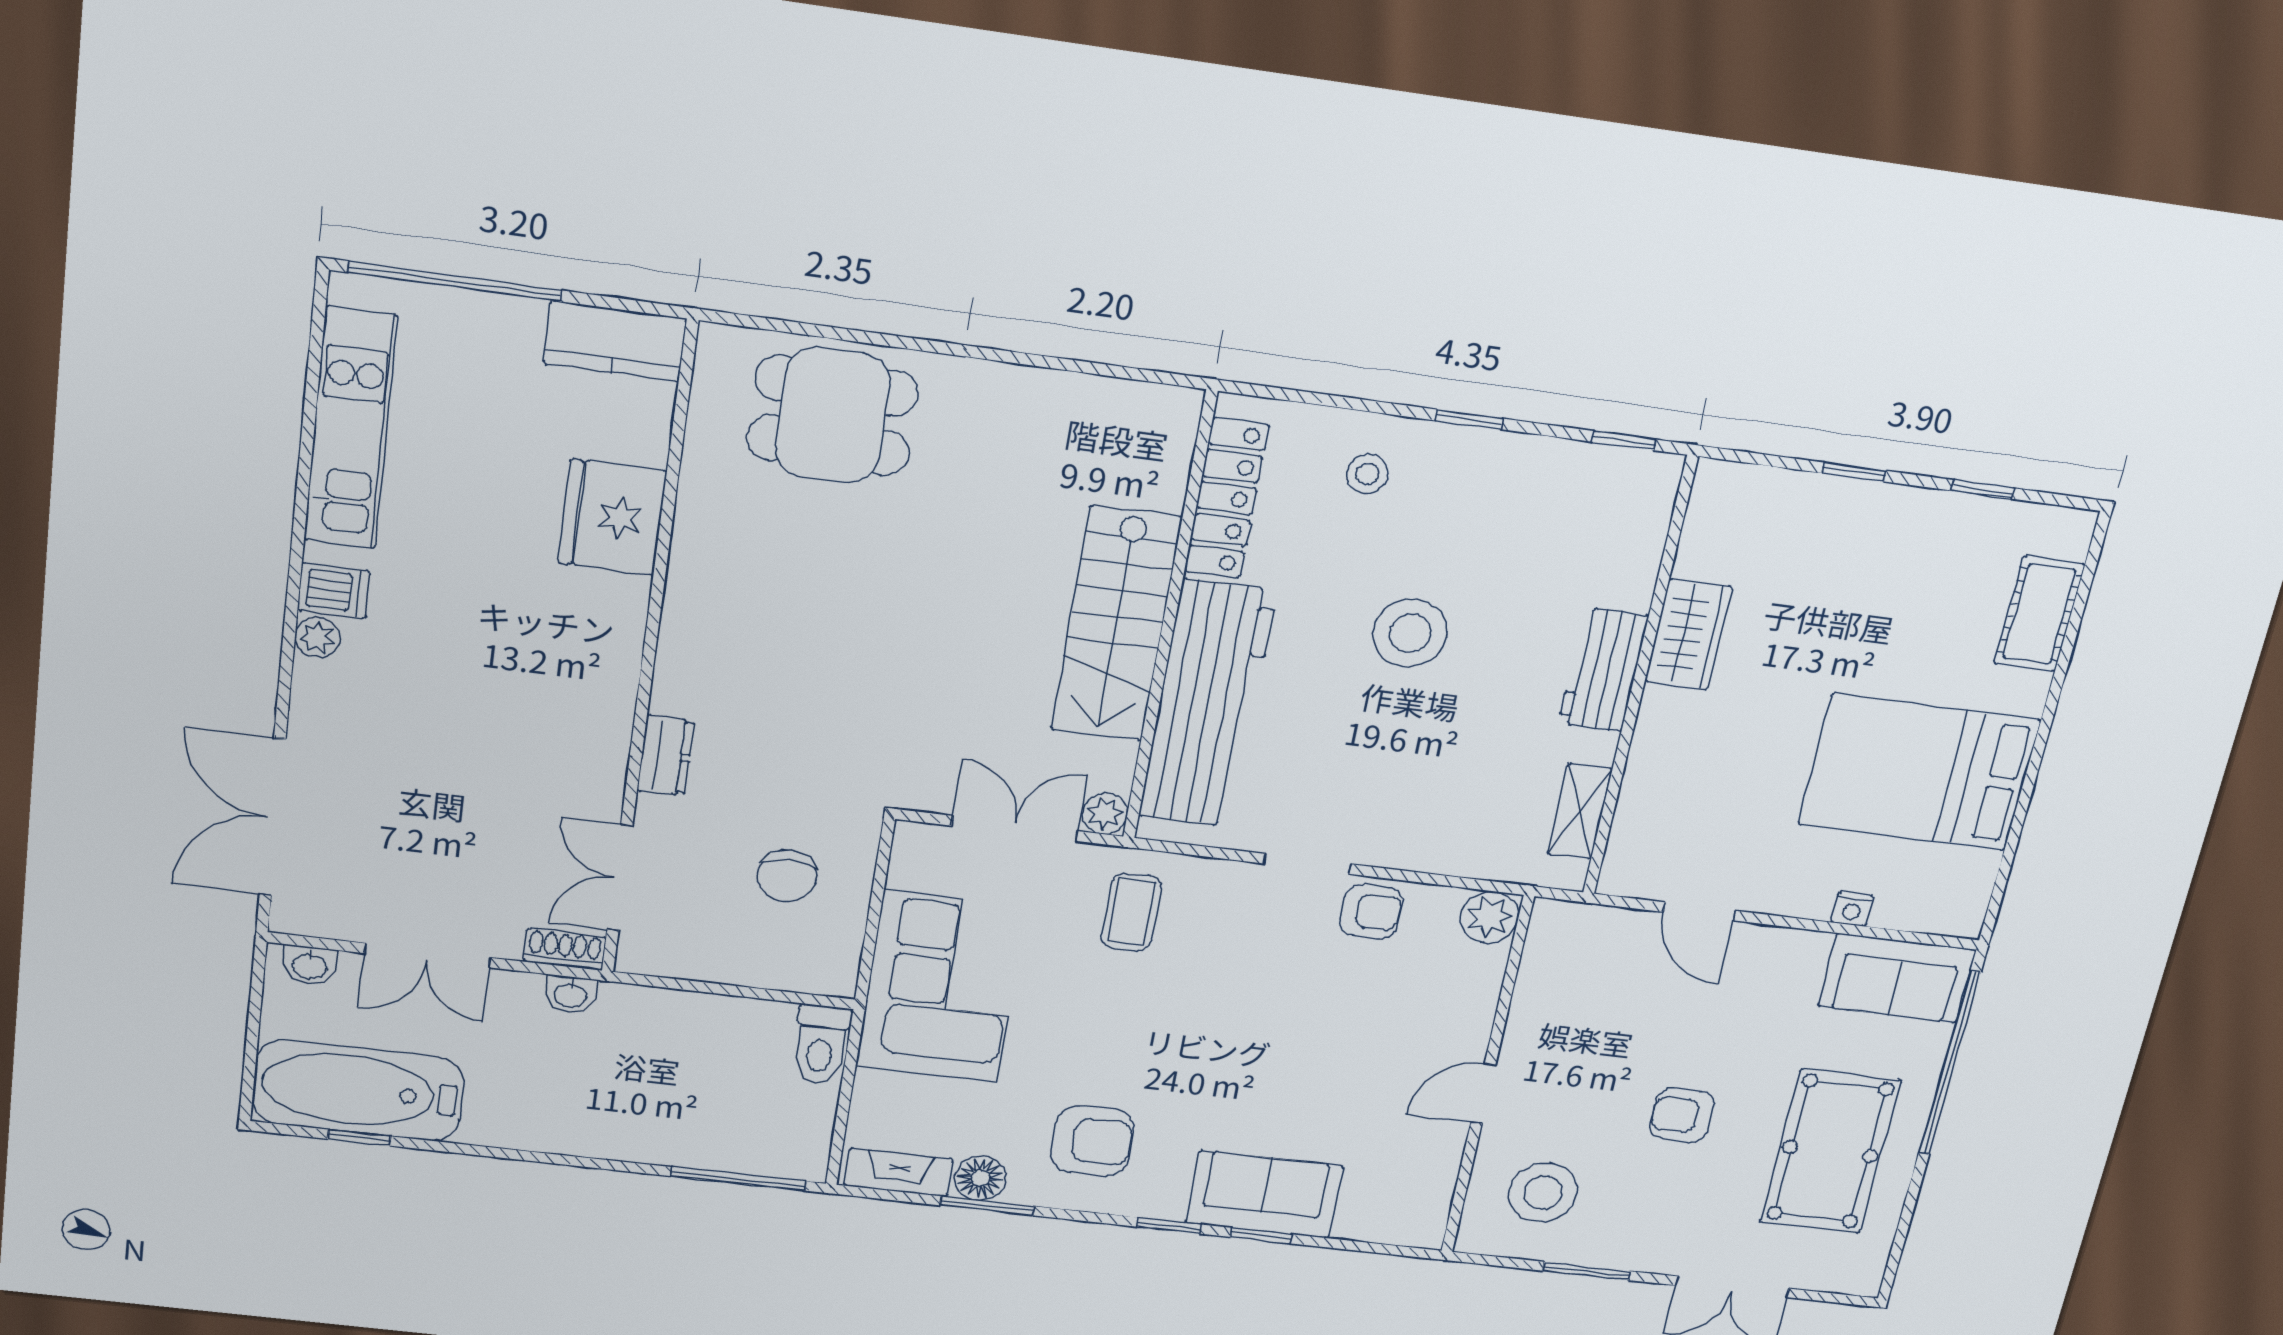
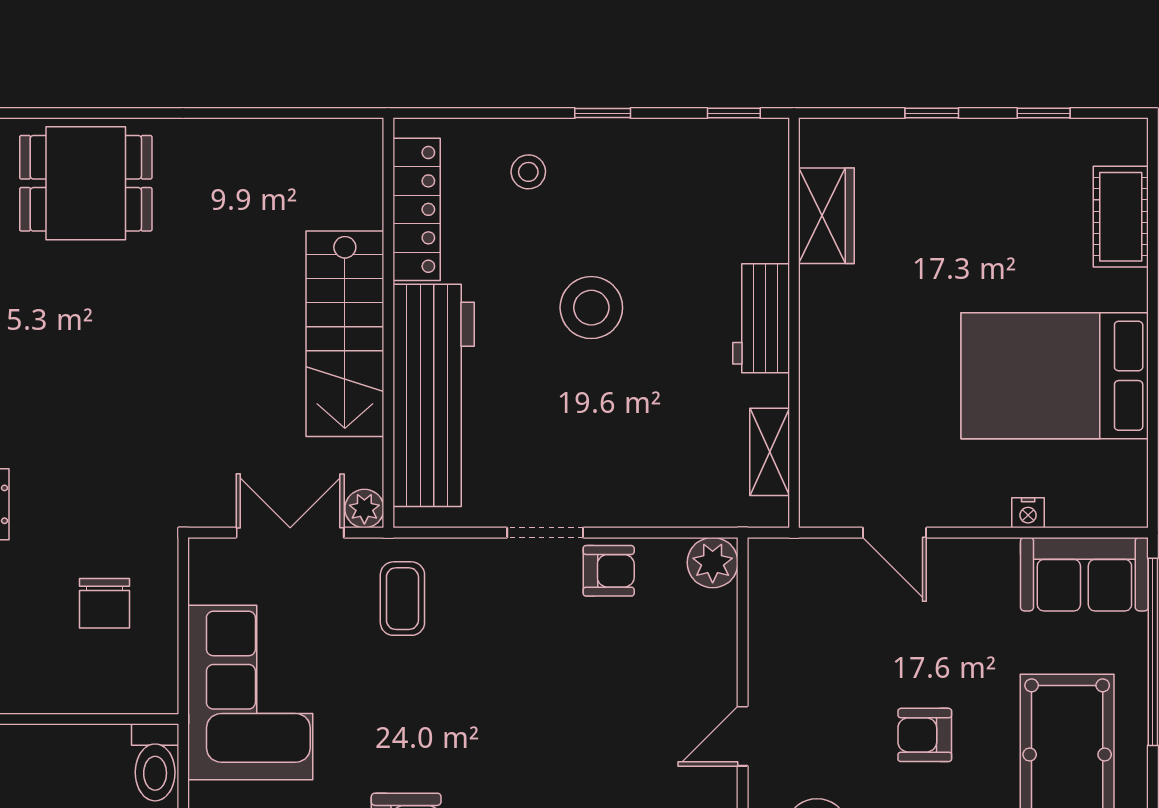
wardrobe: (1688, 634) -> (826, 216), moved

